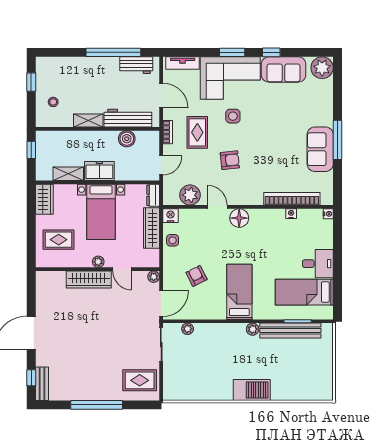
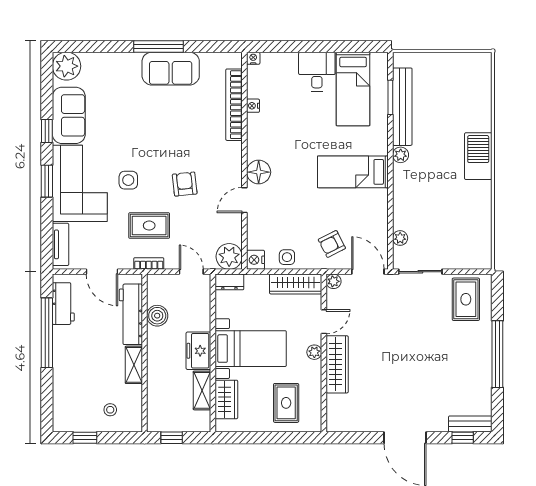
door: (161, 95) -> (102, 272), swing flipped
plant: (190, 195) -> (229, 256), moved
wardrobe: (44, 199) -> (226, 399), moved, turned 90
wardrobe: (152, 228) -> (296, 284), moved
armchair: (196, 276) -> (332, 244), moved

